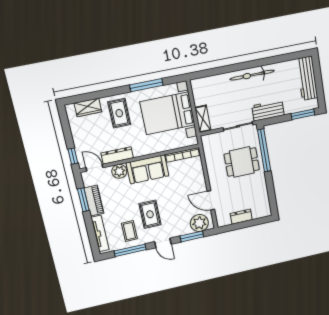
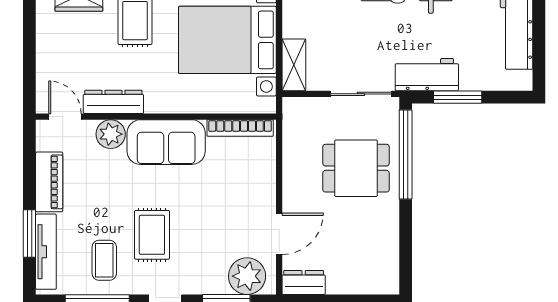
window: (303, 114) -> (458, 97), moved
window: (73, 156) -> (29, 85), removed
window: (83, 200) -> (29, 233), moved
door: (211, 200) -> (279, 234), swing flipped
dresser: (241, 217) -> (304, 283), moved

